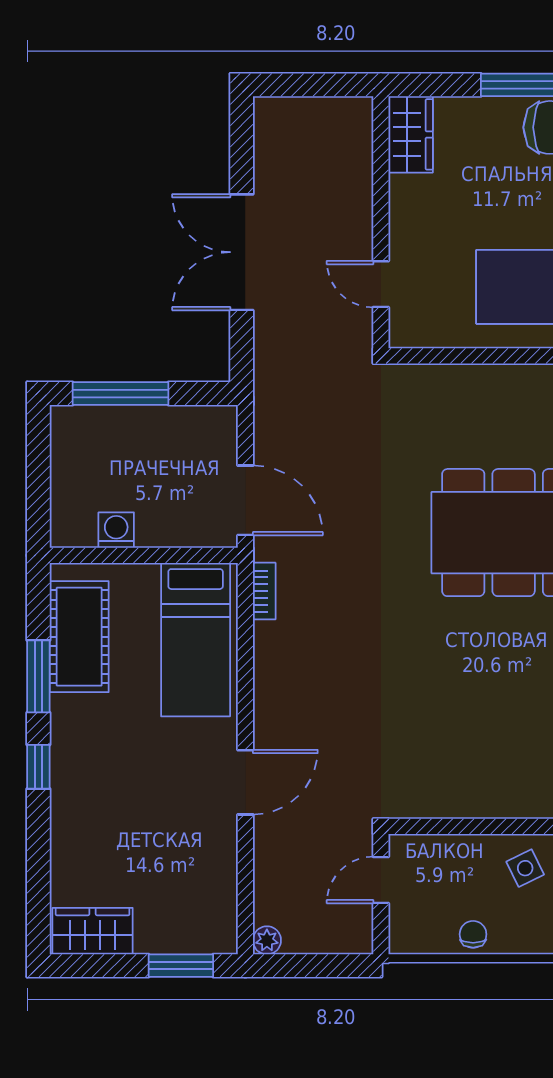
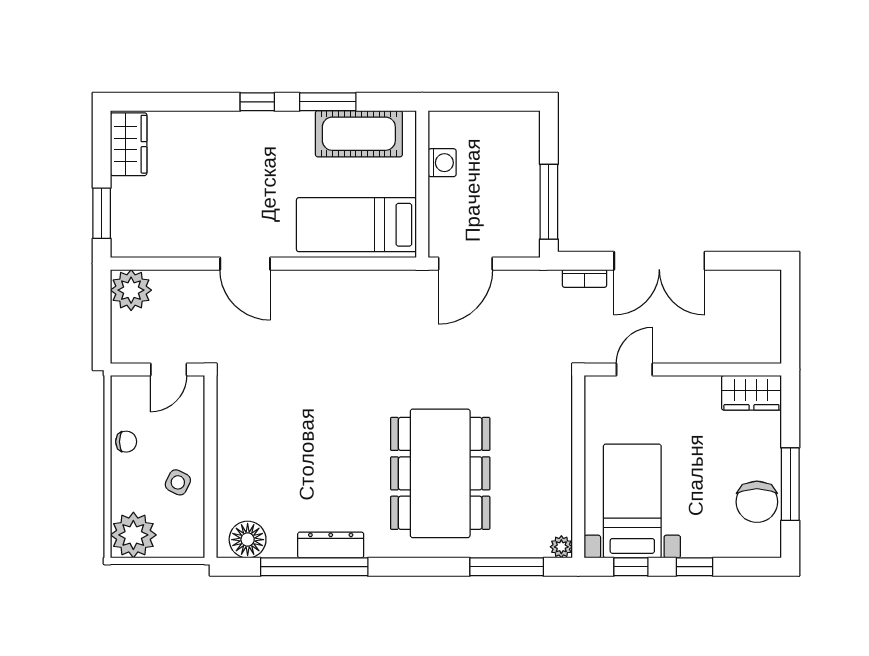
double door: (242, 252) -> (659, 261), swing flipped
window: (120, 394) -> (549, 202), moved
bookcase: (264, 591) -> (585, 278), moved
side table: (525, 868) -> (178, 482), turned -38
door: (381, 880) -> (169, 370), swing flipped
plant: (267, 940) -> (131, 290), width x1.88, depth x1.88

